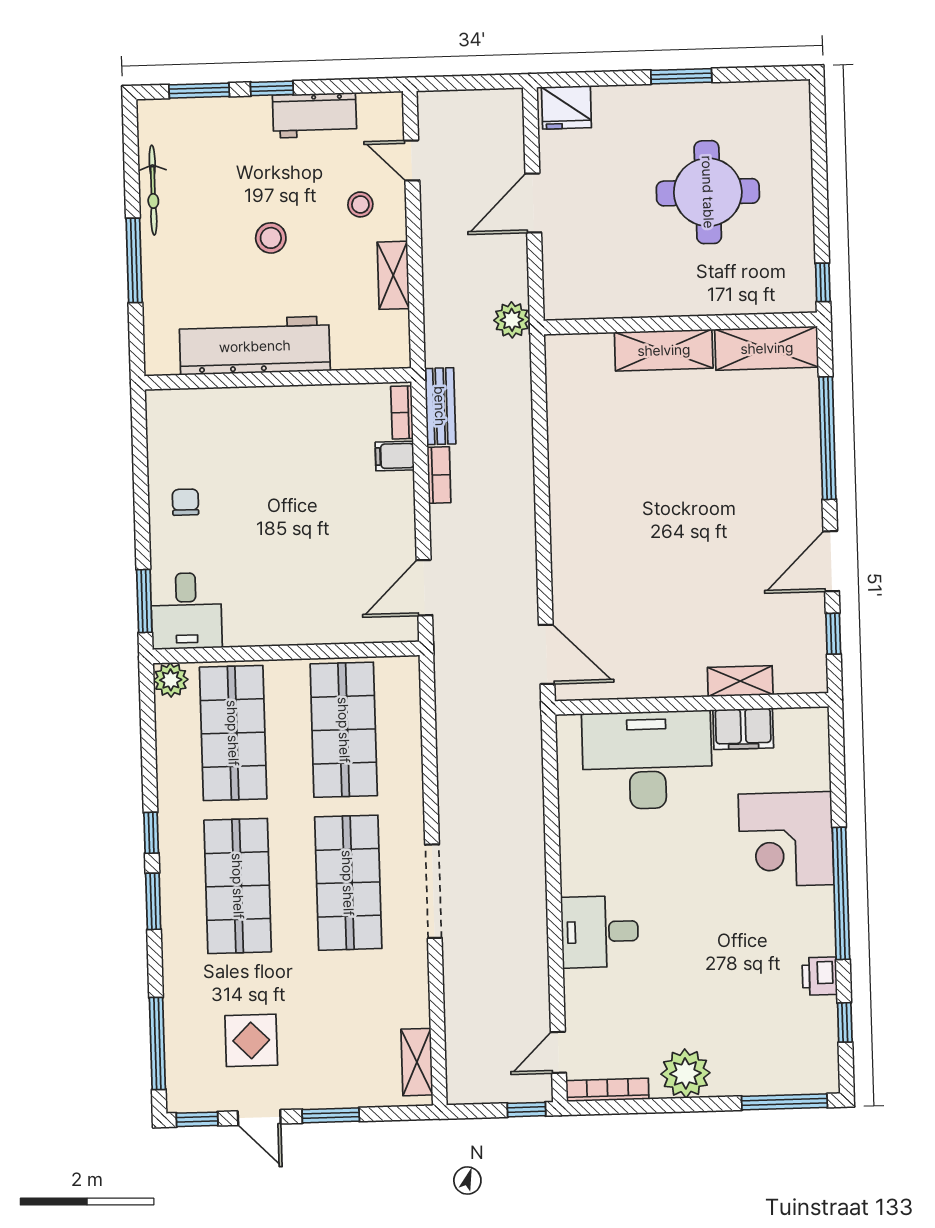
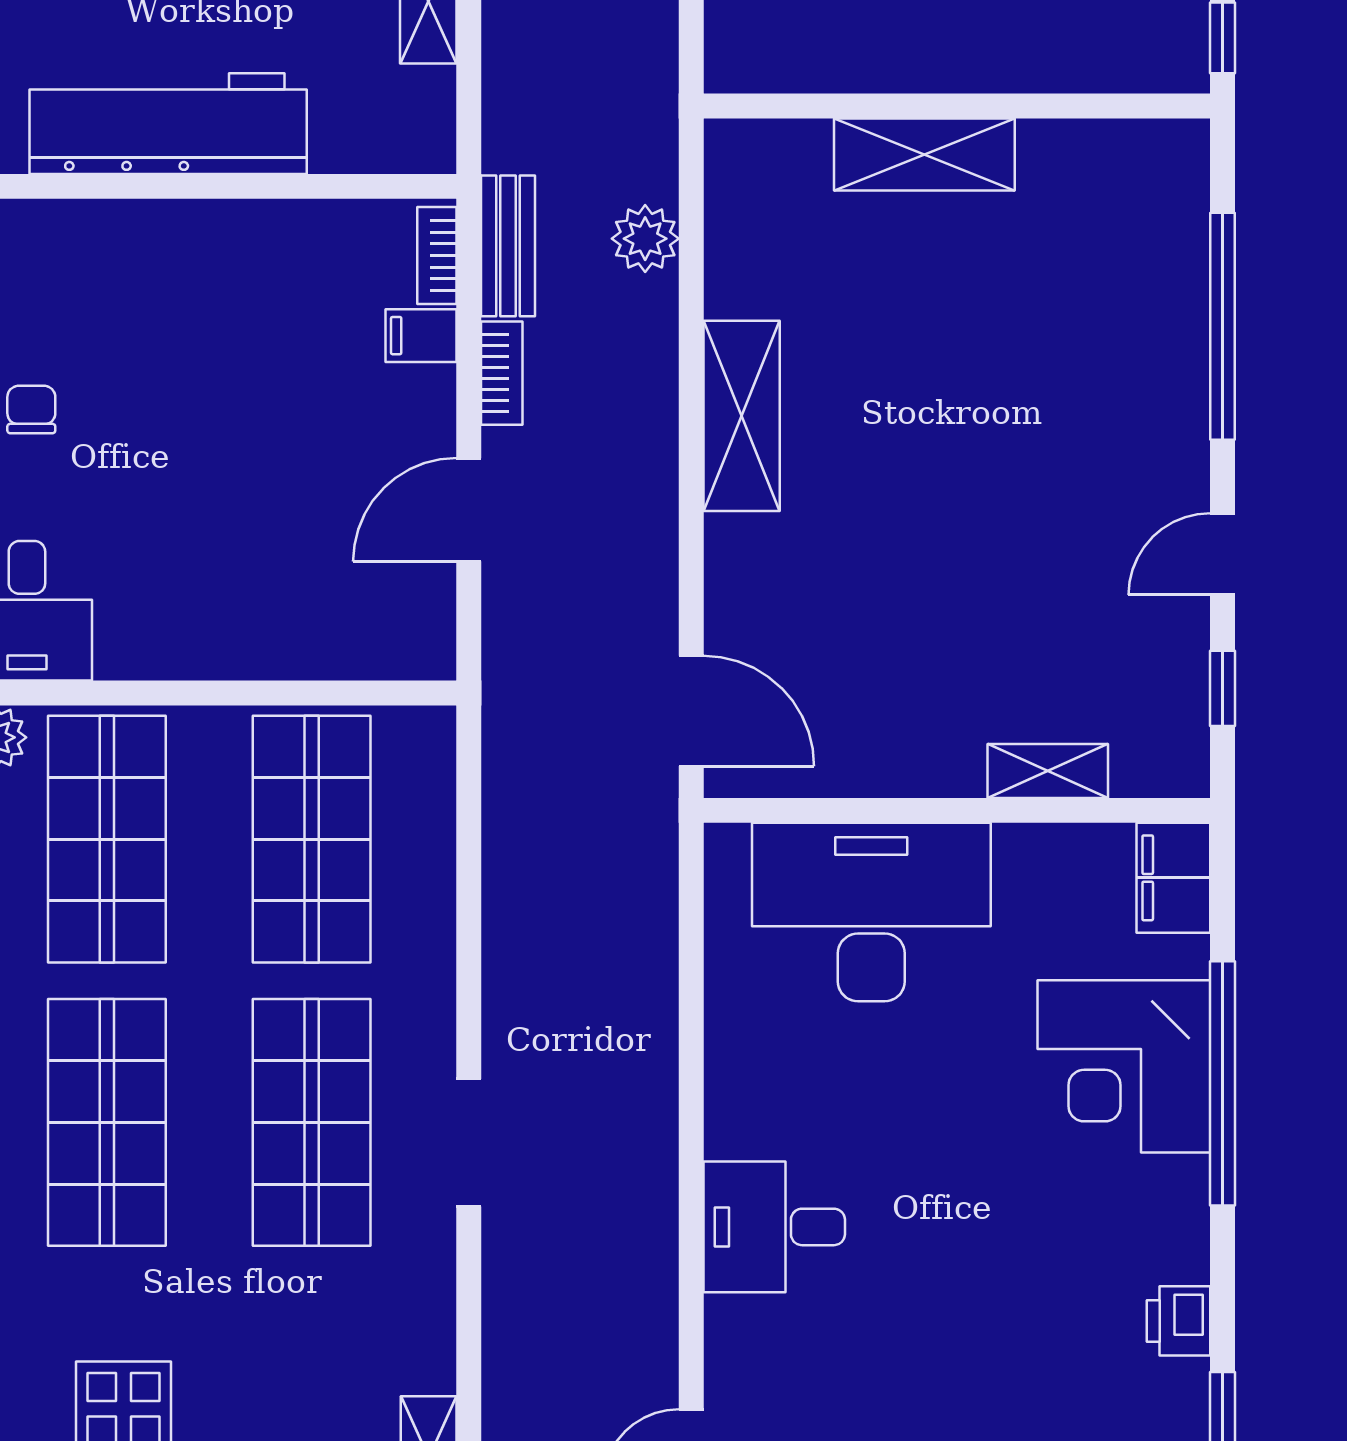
plant: (512, 320) -> (645, 239), moved
shelving: (767, 348) -> (742, 416), moved, turned 90
door: (831, 561) -> (1222, 554), width x0.73
door: (424, 588) -> (469, 510), moved
filing cabinet: (743, 729) -> (1173, 878), moved, turned 90
doorway: (433, 891) -> (469, 1143), width x0.73
window: (841, 893) -> (1222, 1083), moved

